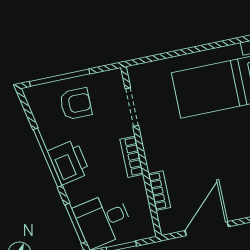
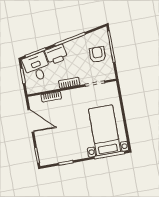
armchair: (76, 104) -> (98, 55), turned 180
printer: (69, 162) -> (56, 54), moved

